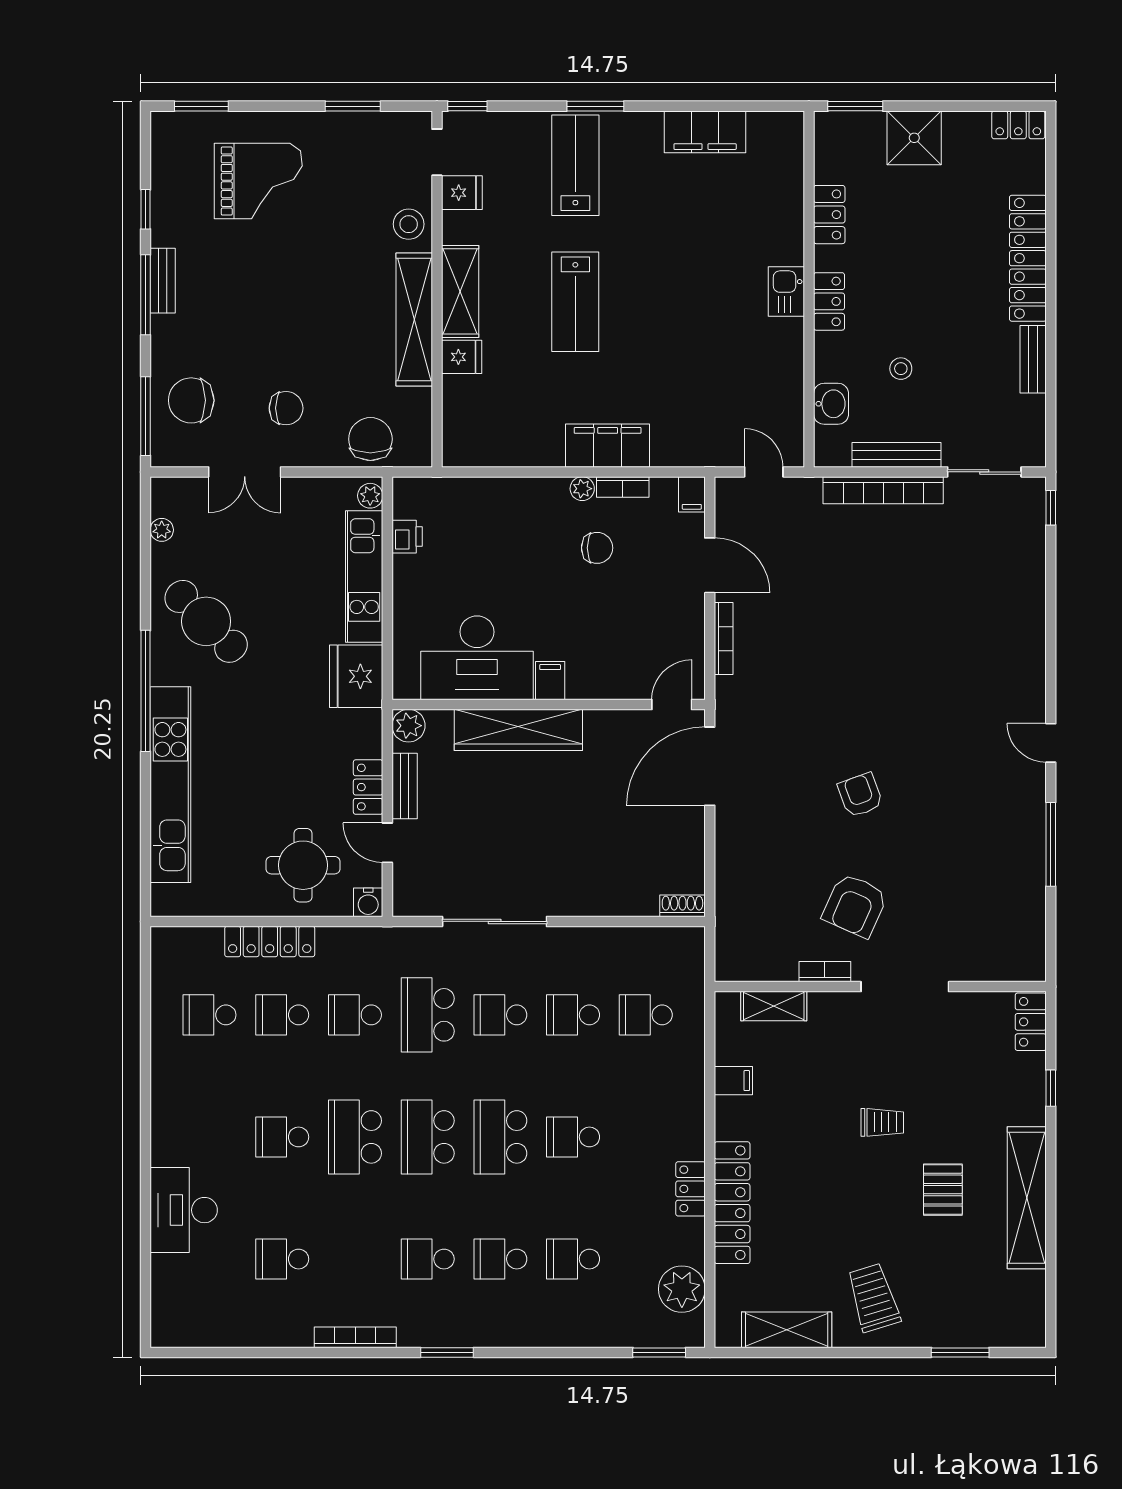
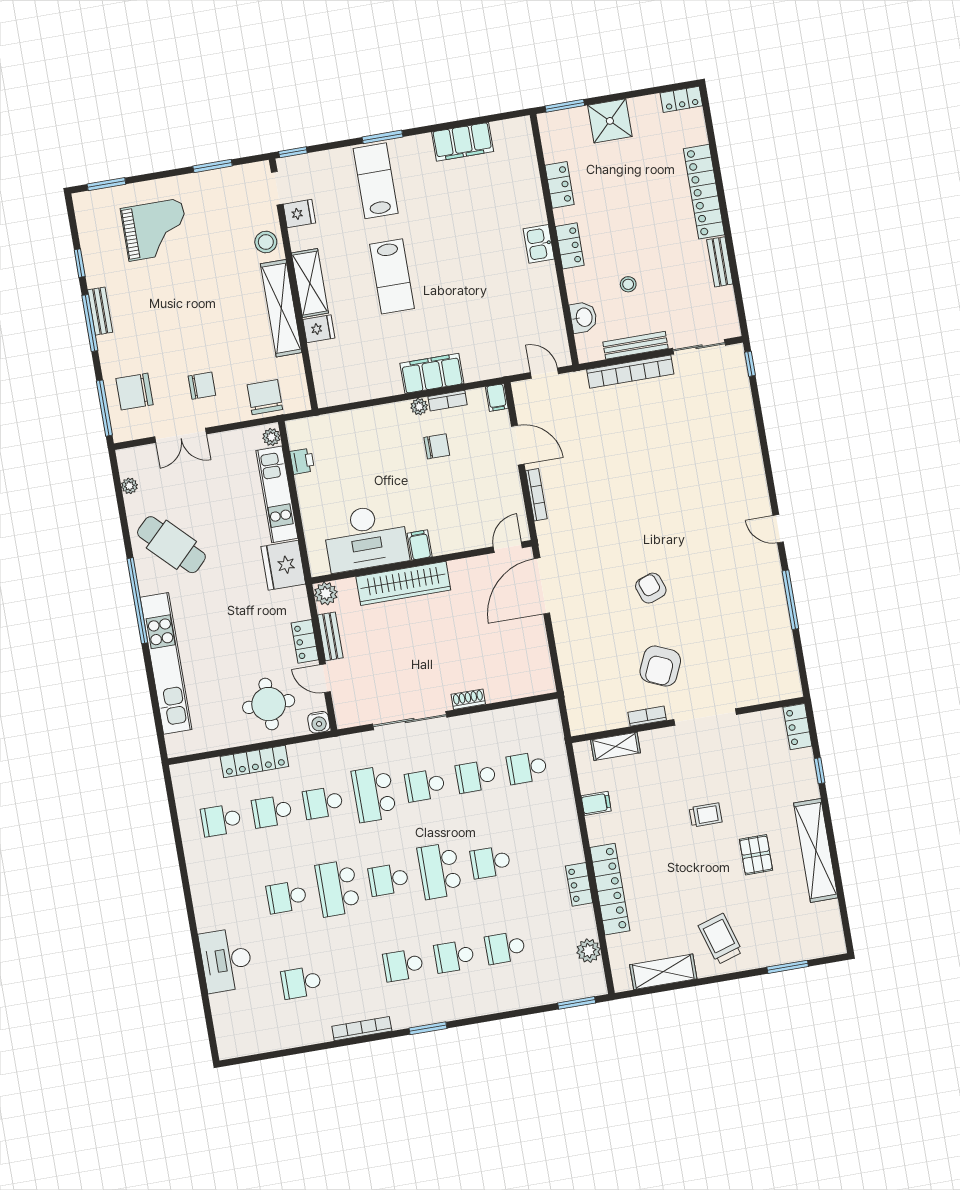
shoe rack: (682, 906) -> (468, 699), moved
school desk: (428, 1137) -> (389, 880), width x0.54
plant: (682, 1289) -> (589, 951), width x0.73, depth x0.73

